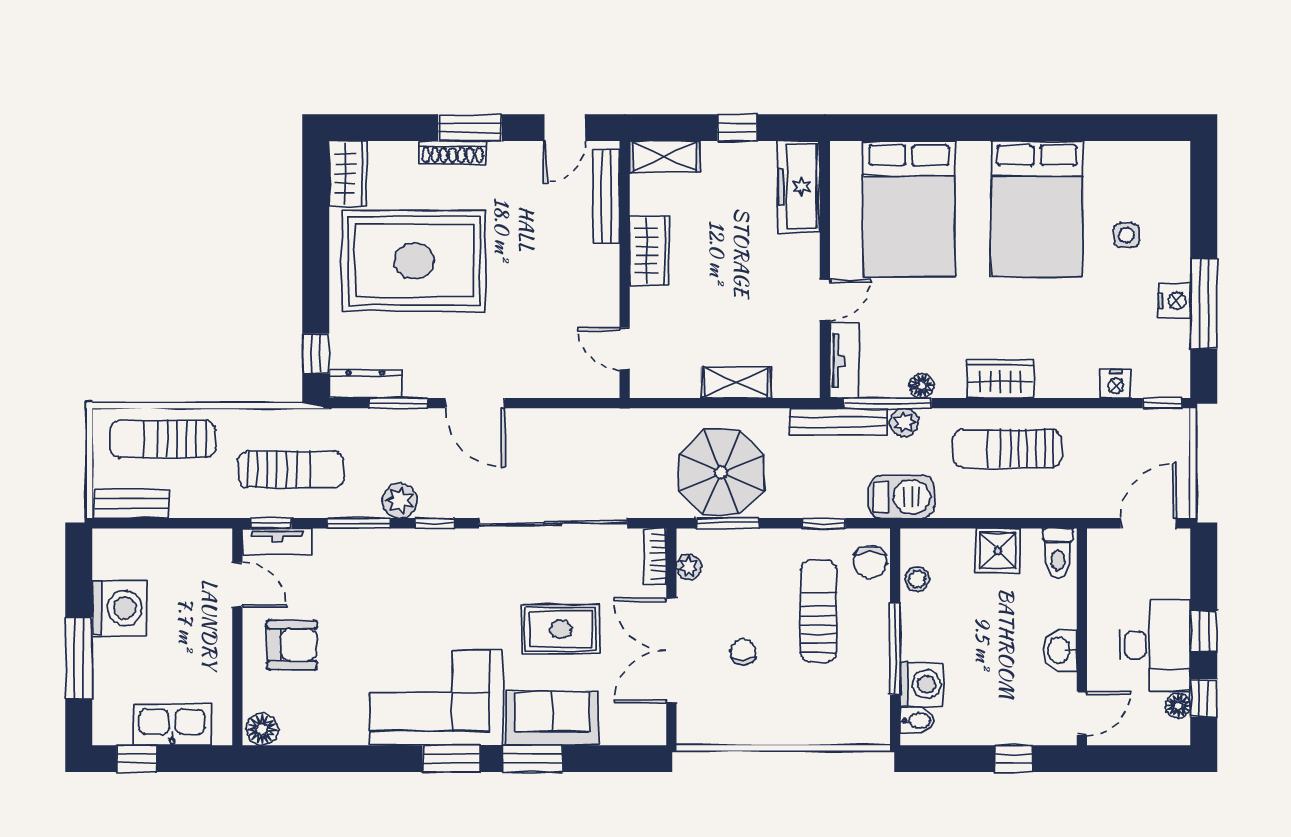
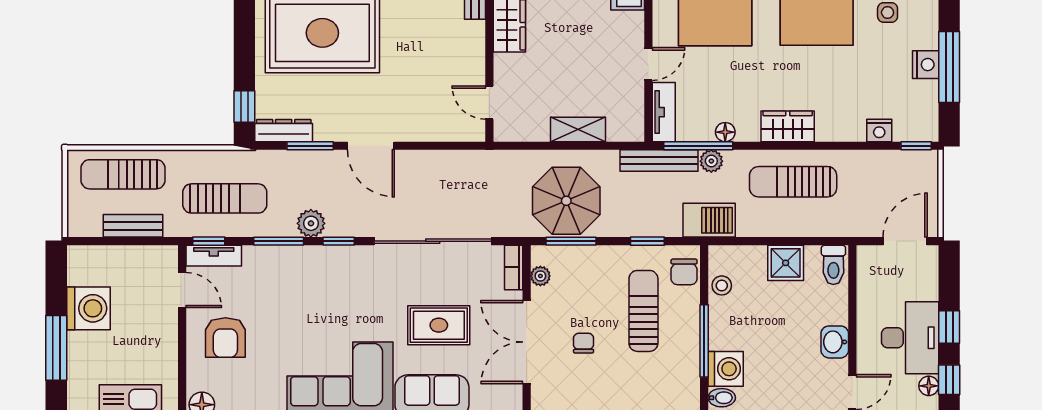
bench: (132, 504) -> (133, 226), moved
armchair: (292, 645) -> (225, 338), turned 90

